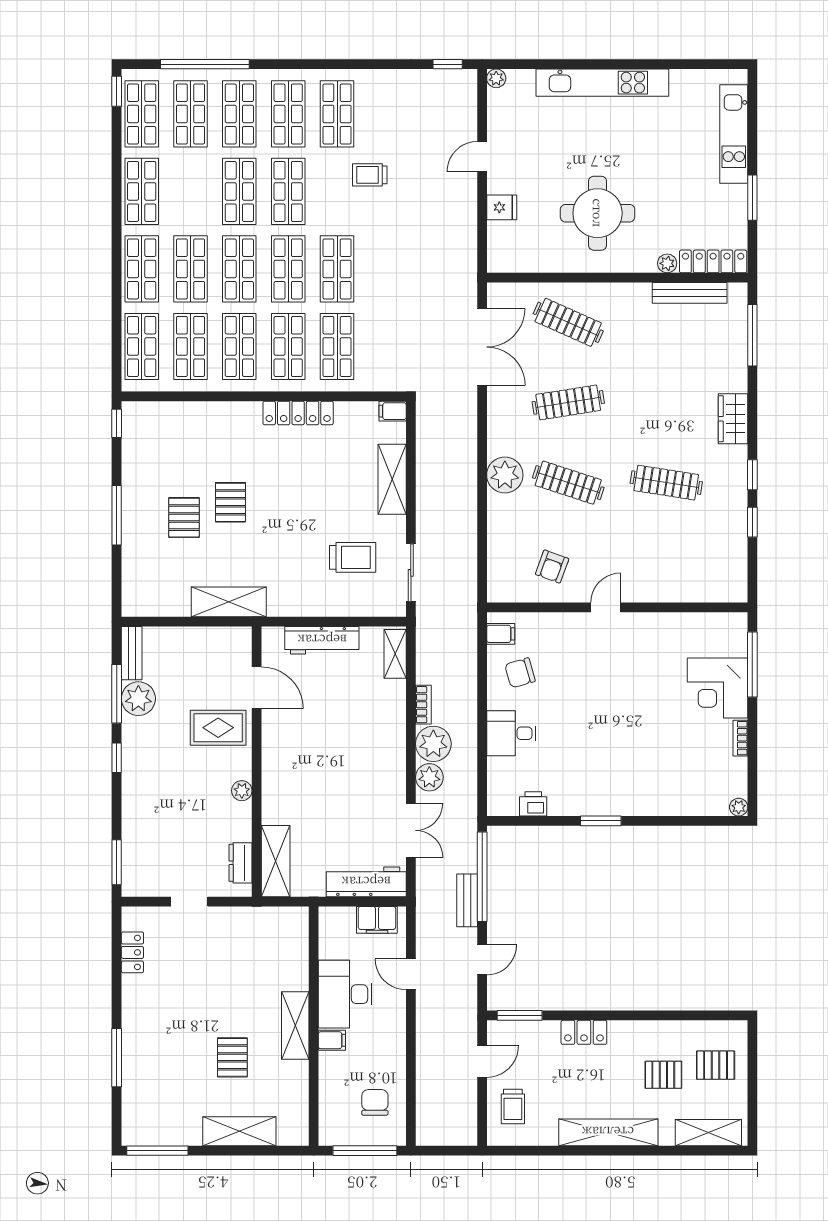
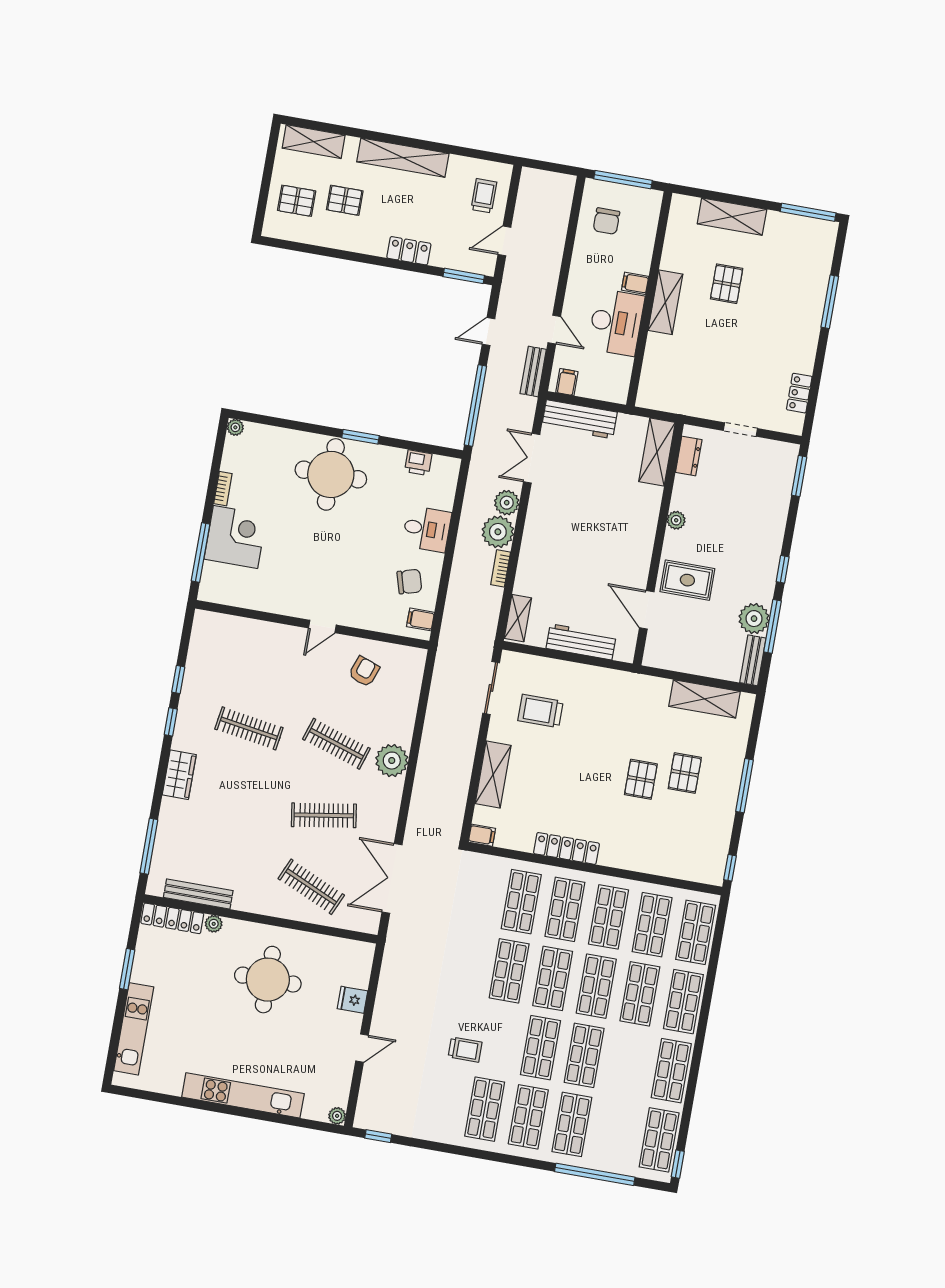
shop shelf: (191, 114) -> (615, 1132), removed
shelving: (229, 602) -> (705, 699), moved
round table: (626, 774) -> (331, 474), added
bench: (467, 900) -> (533, 371), moved
filing cabinet: (377, 920) -> (567, 382), width x0.50

